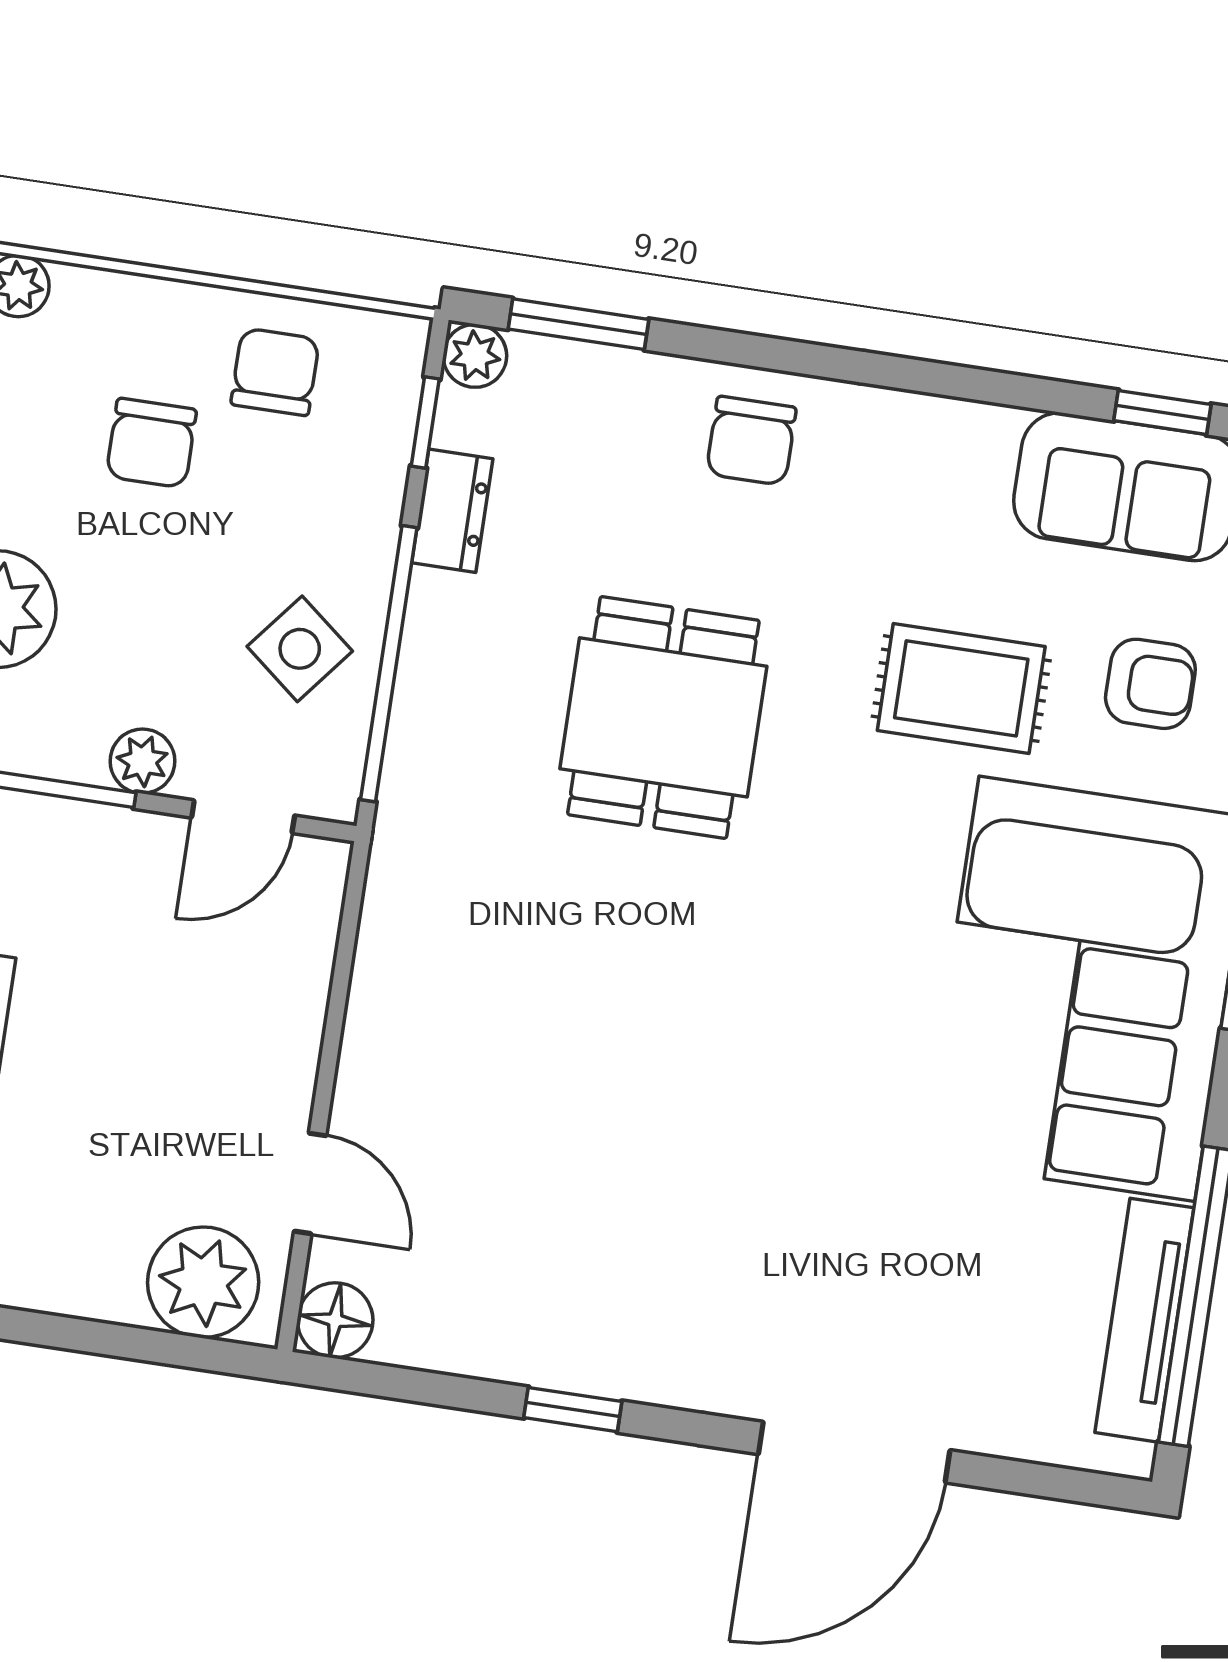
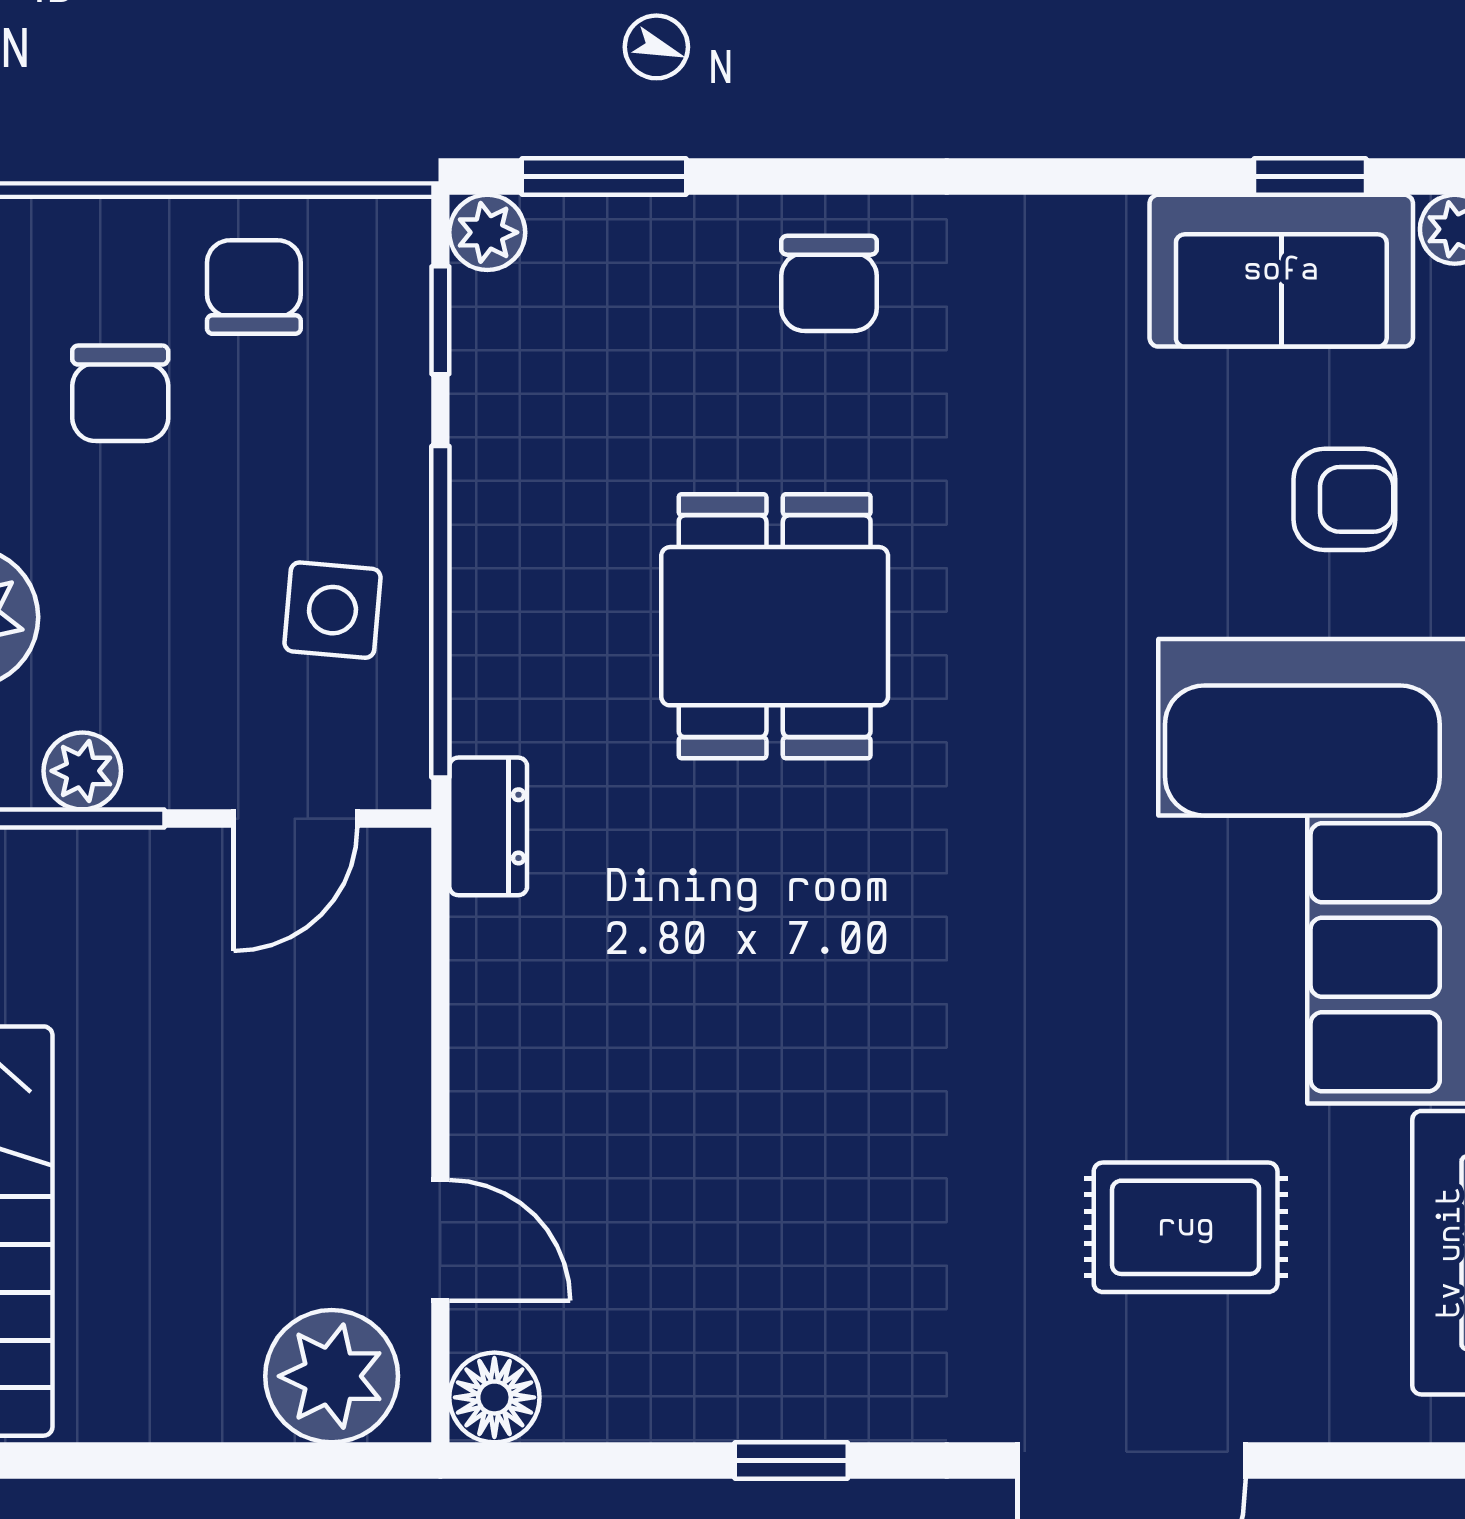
dresser: (452, 511) -> (488, 826), moved
side table: (300, 649) -> (332, 610), turned -34
rug: (961, 688) -> (1186, 1227), moved
plant: (142, 761) -> (82, 771), moved

